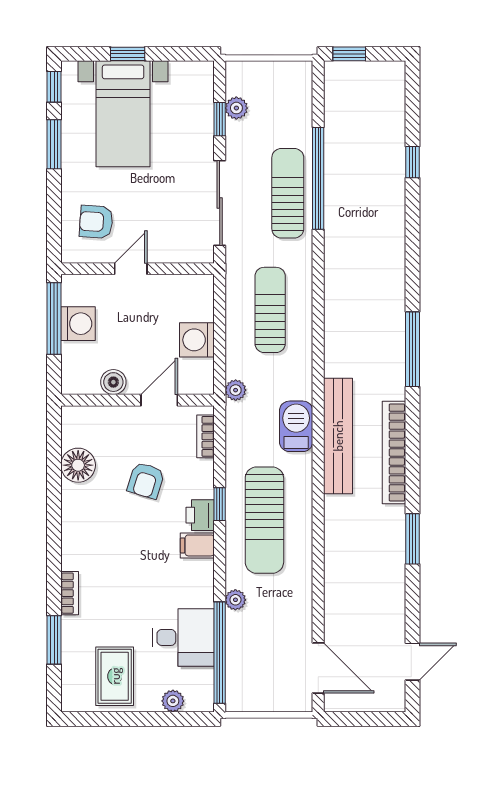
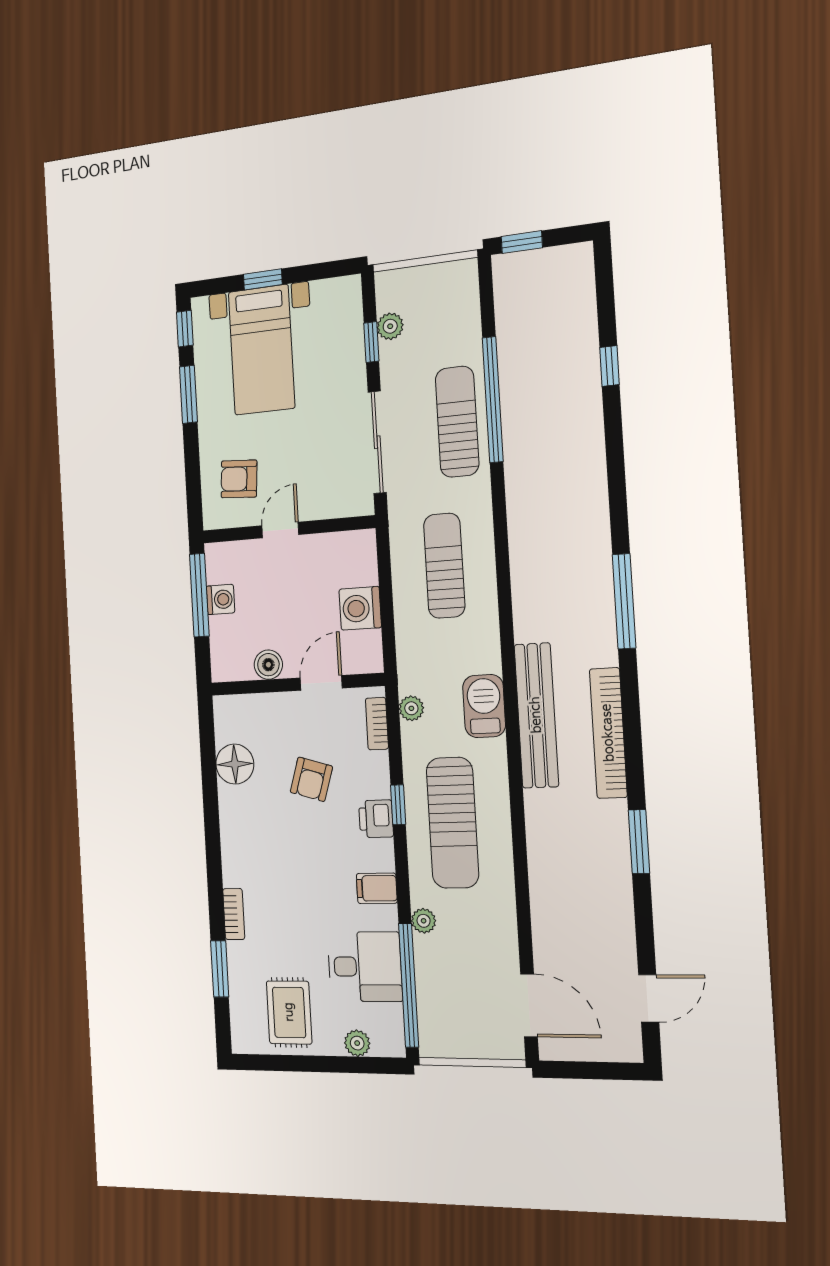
washing machine: (78, 324) -> (221, 599), width x0.73, depth x0.73
plant: (236, 390) -> (411, 708), moved
filing cabinet: (197, 545) -> (377, 888), moved

